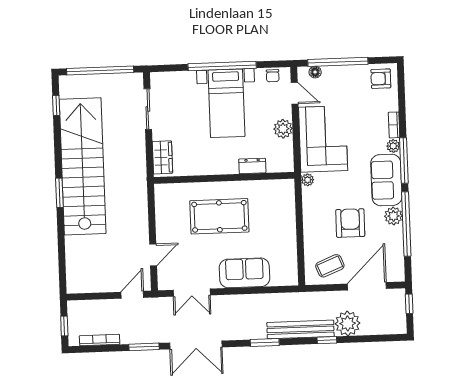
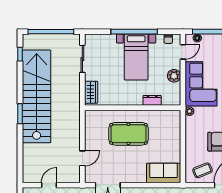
door: (295, 93) -> (183, 52), hinge flipped
sofa: (244, 273) -> (164, 173), moved
door: (132, 295) -> (49, 185), moved

